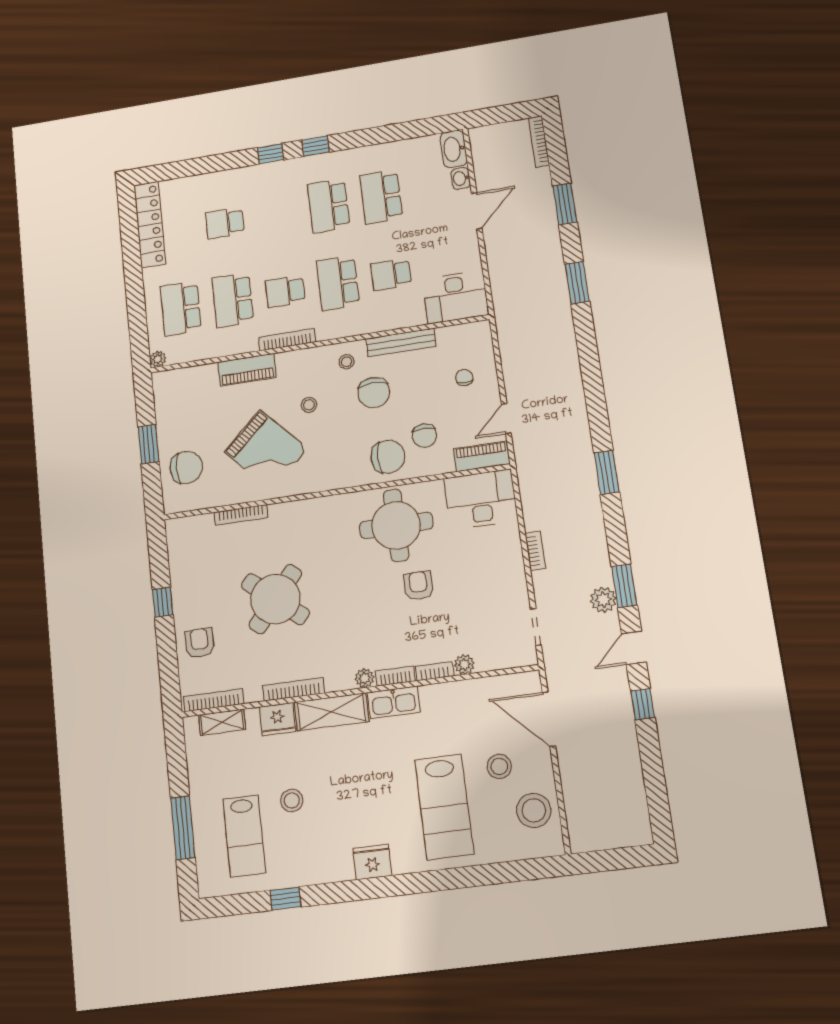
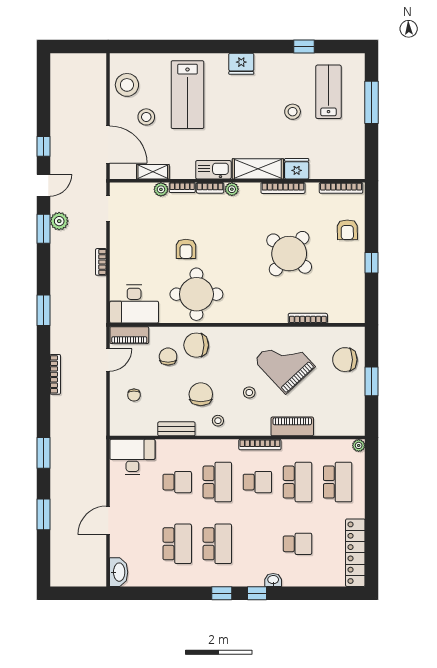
bookcase: (539, 141) -> (55, 374), moved
washbasin: (461, 178) -> (273, 580), moved, turned -90
bench: (401, 342) -> (176, 429), width x0.73
shelving: (222, 722) -> (153, 172), moved
lab bench: (444, 807) -> (187, 95), turned 180

